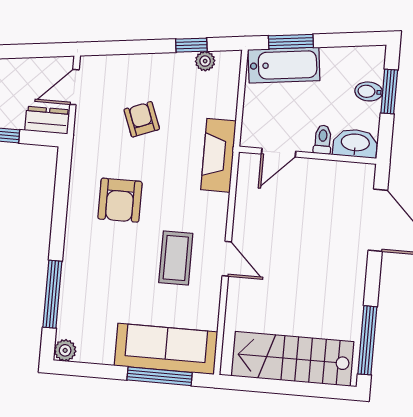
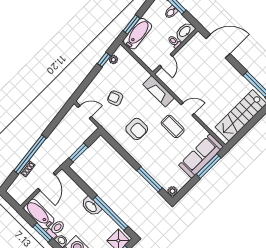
door: (74, 87) -> (85, 112), swing flipped
dresser: (47, 120) -> (88, 131), removed
fireplace: (218, 155) -> (159, 91), moved

